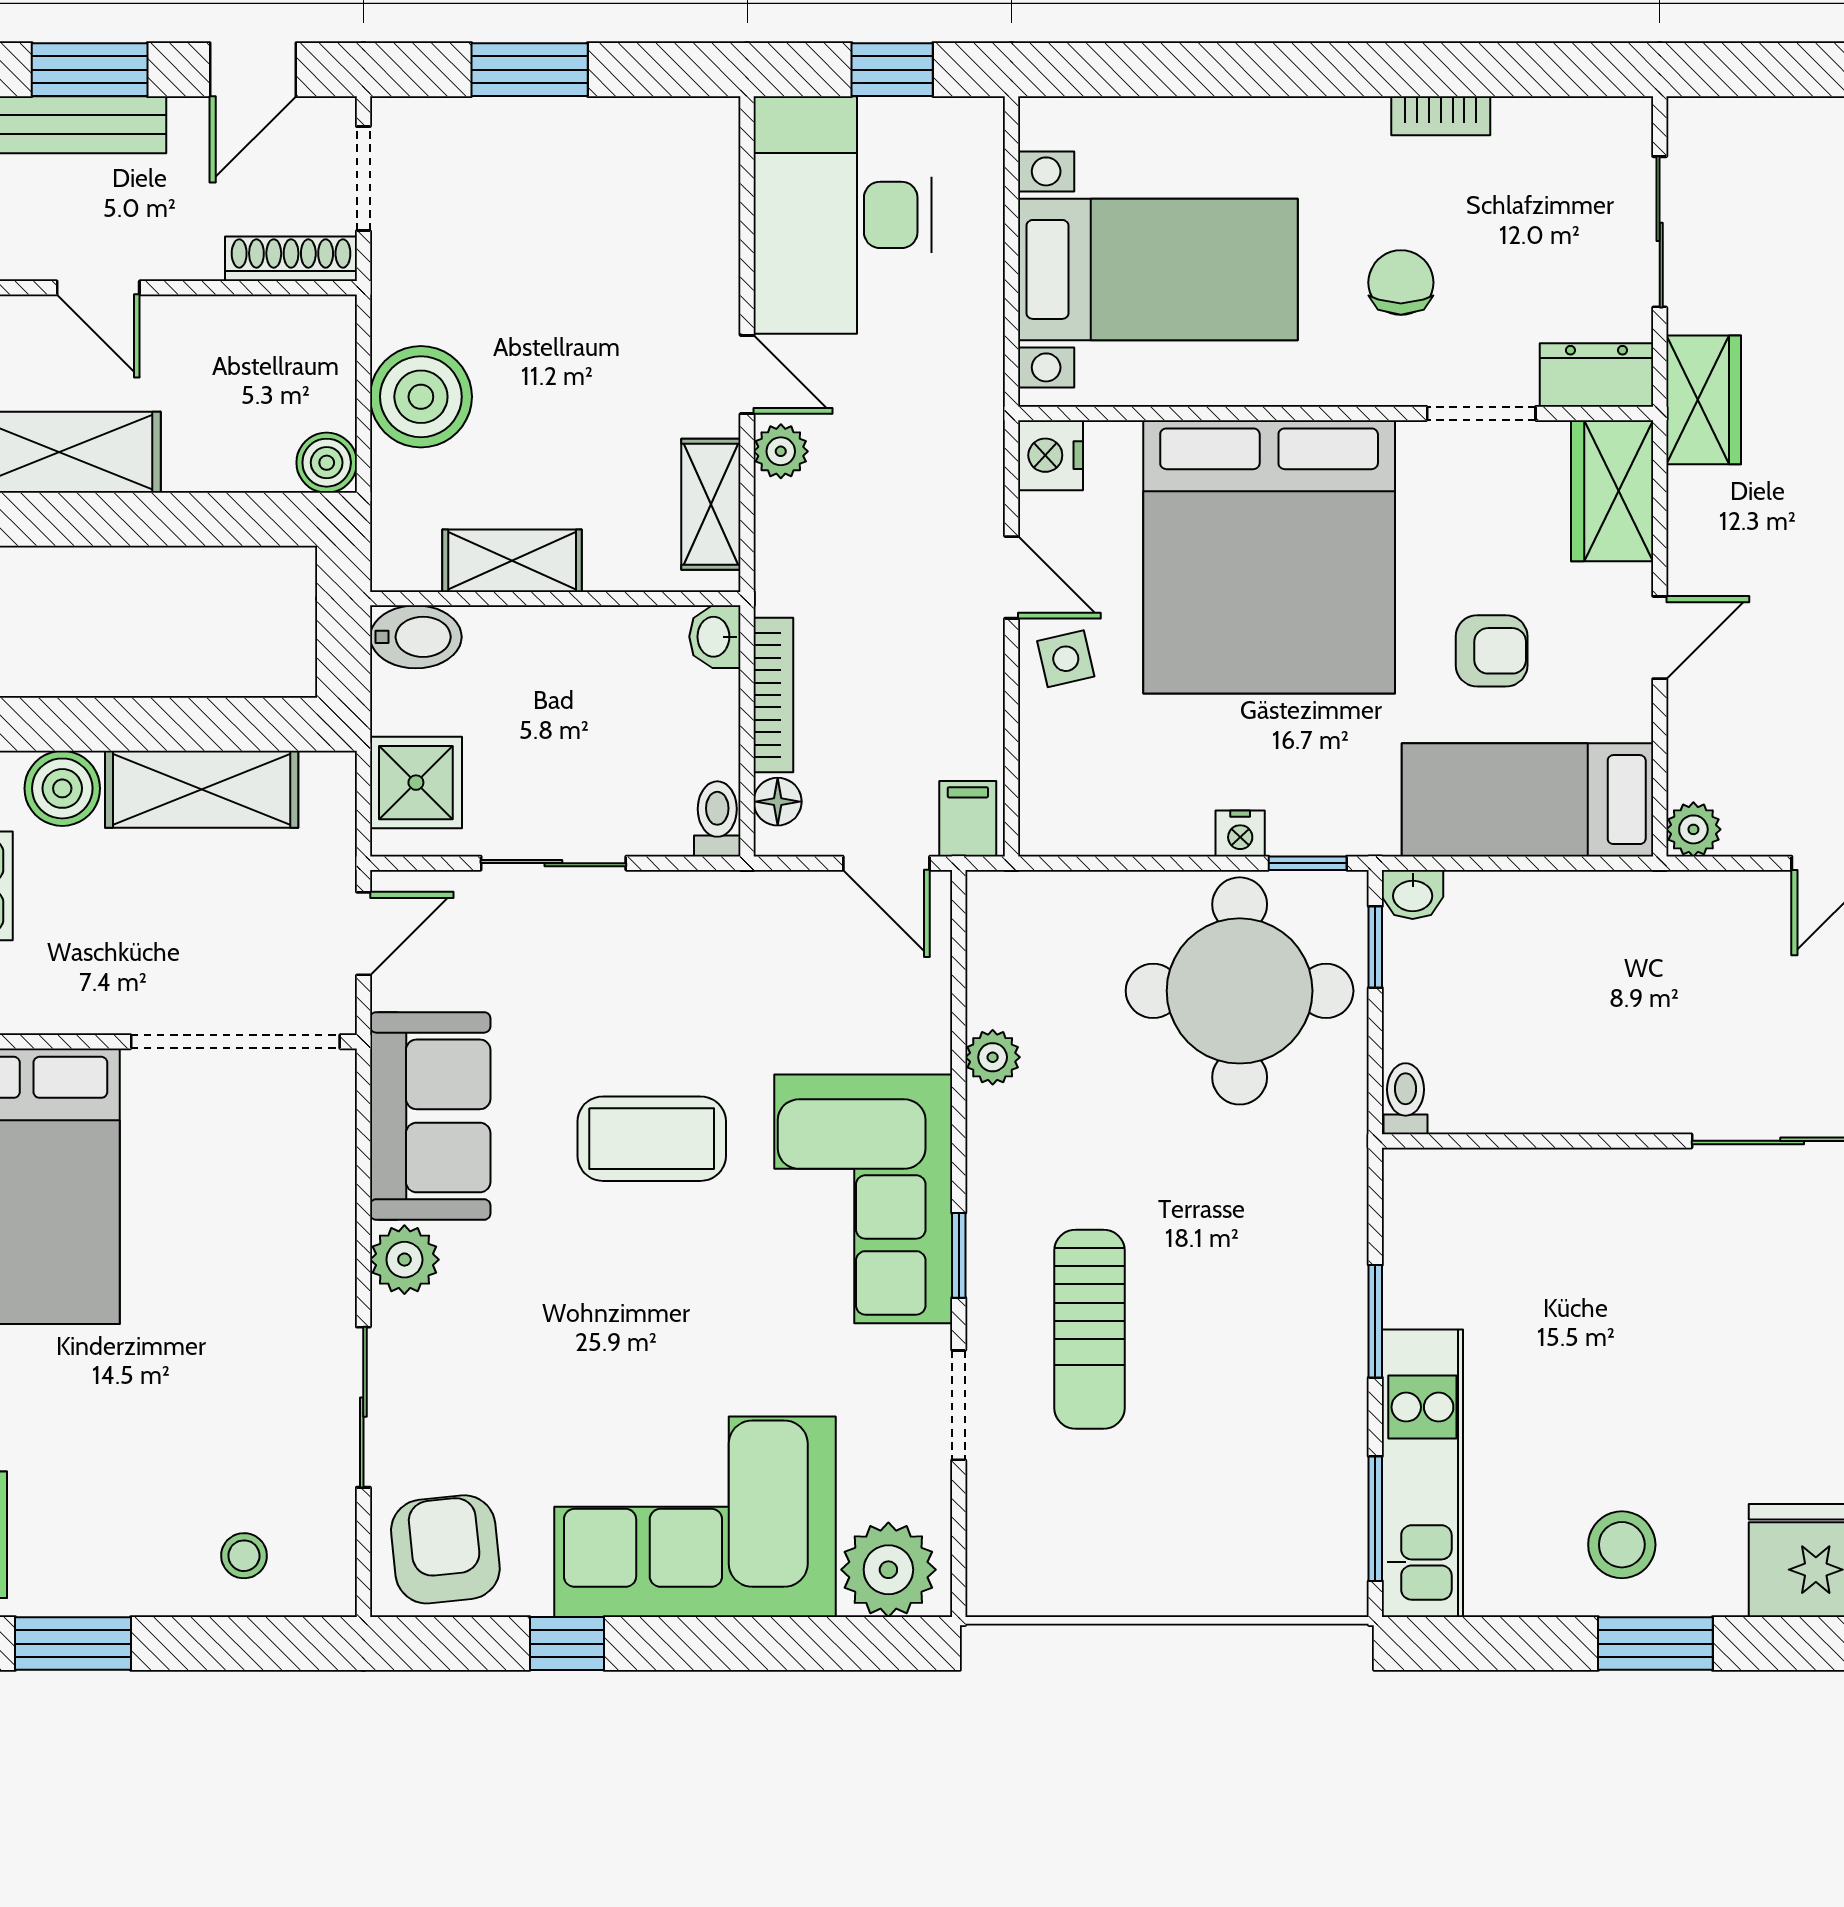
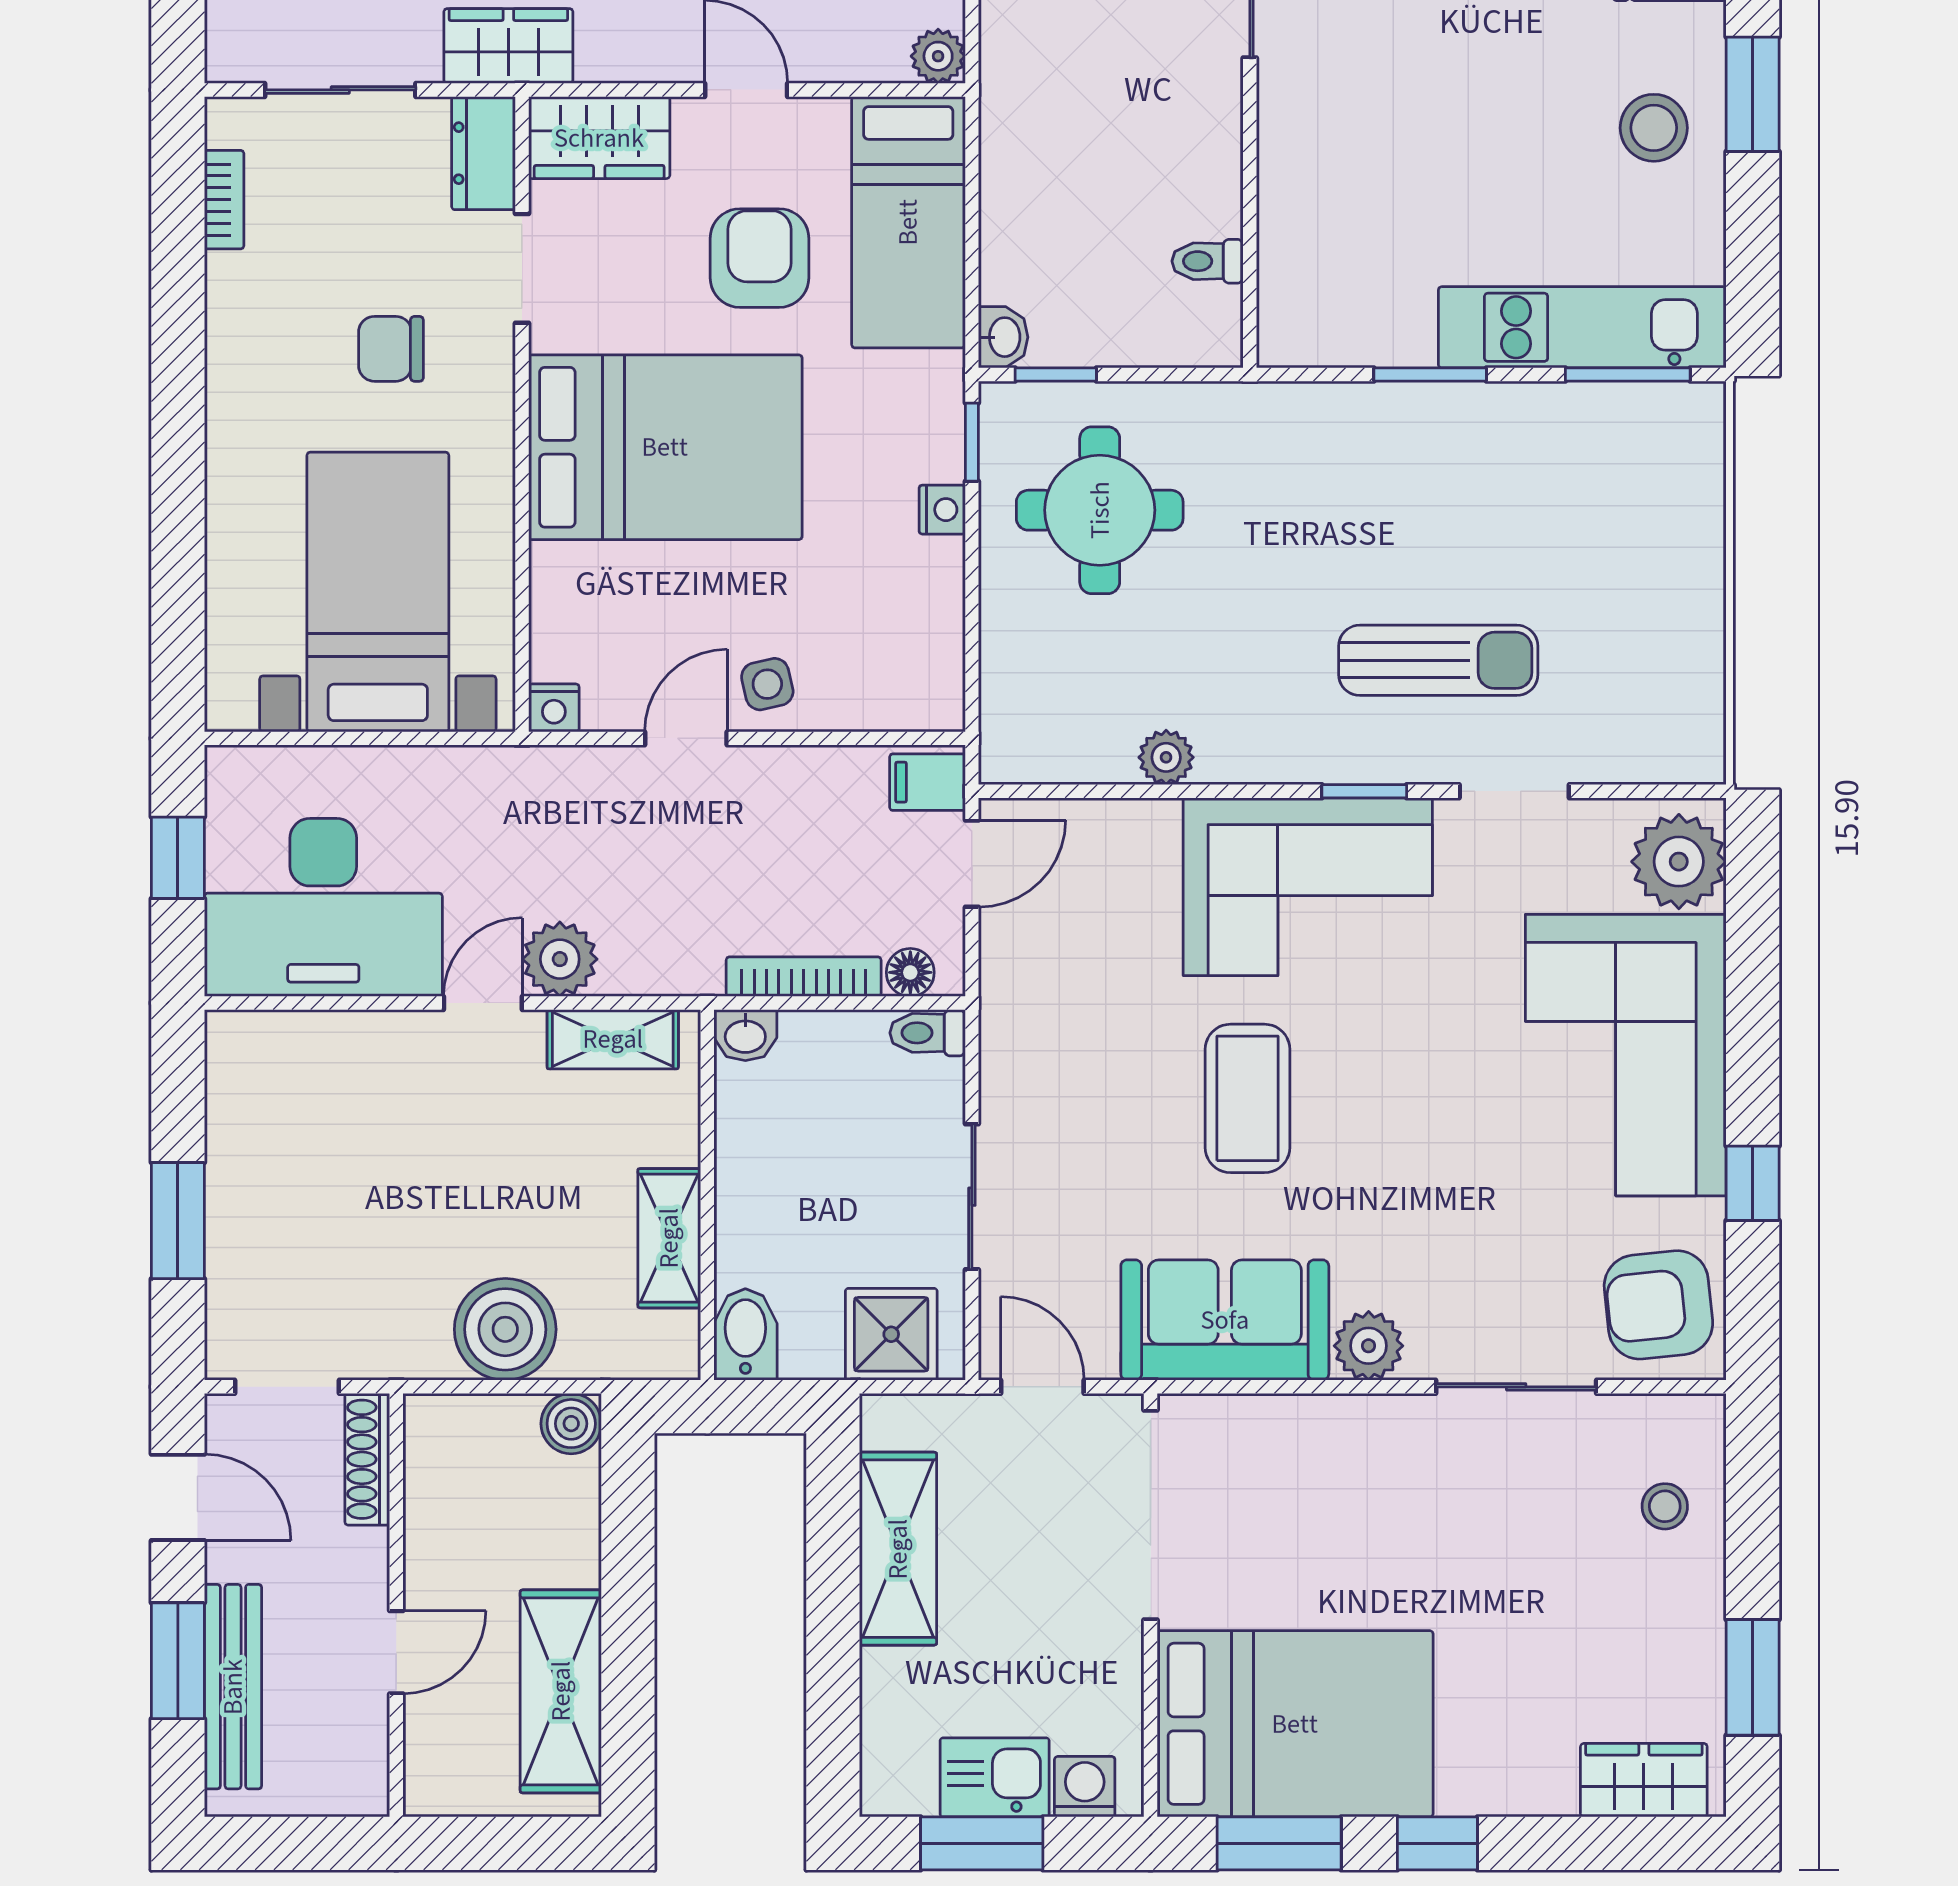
bookcase: (1441, 116) -> (224, 200), moved
plant: (781, 451) -> (560, 959), width x1.38, depth x1.38
nightstand: (1050, 455) -> (554, 708), width x0.72, depth x0.74
bed: (1269, 557) -> (665, 447), width x0.73
armchair: (1492, 651) -> (759, 258), width x1.38, depth x1.38
boiler: (62, 788) -> (897, 1688), removed
round table: (1240, 991) -> (1100, 510), width x0.73, depth x0.73
toilet: (1405, 1099) -> (1208, 261), moved

